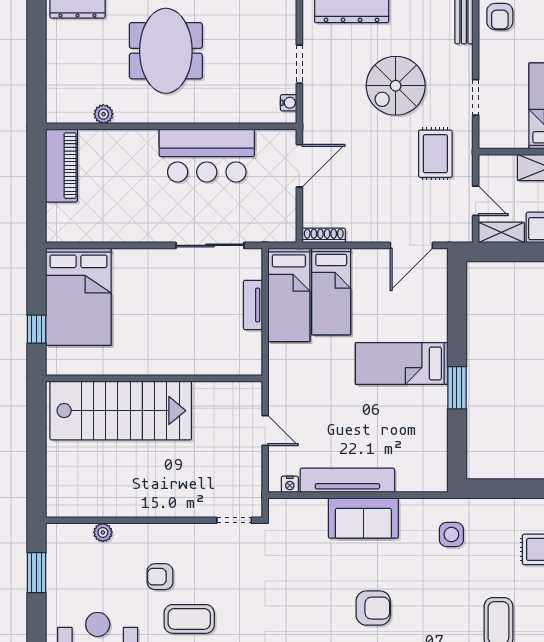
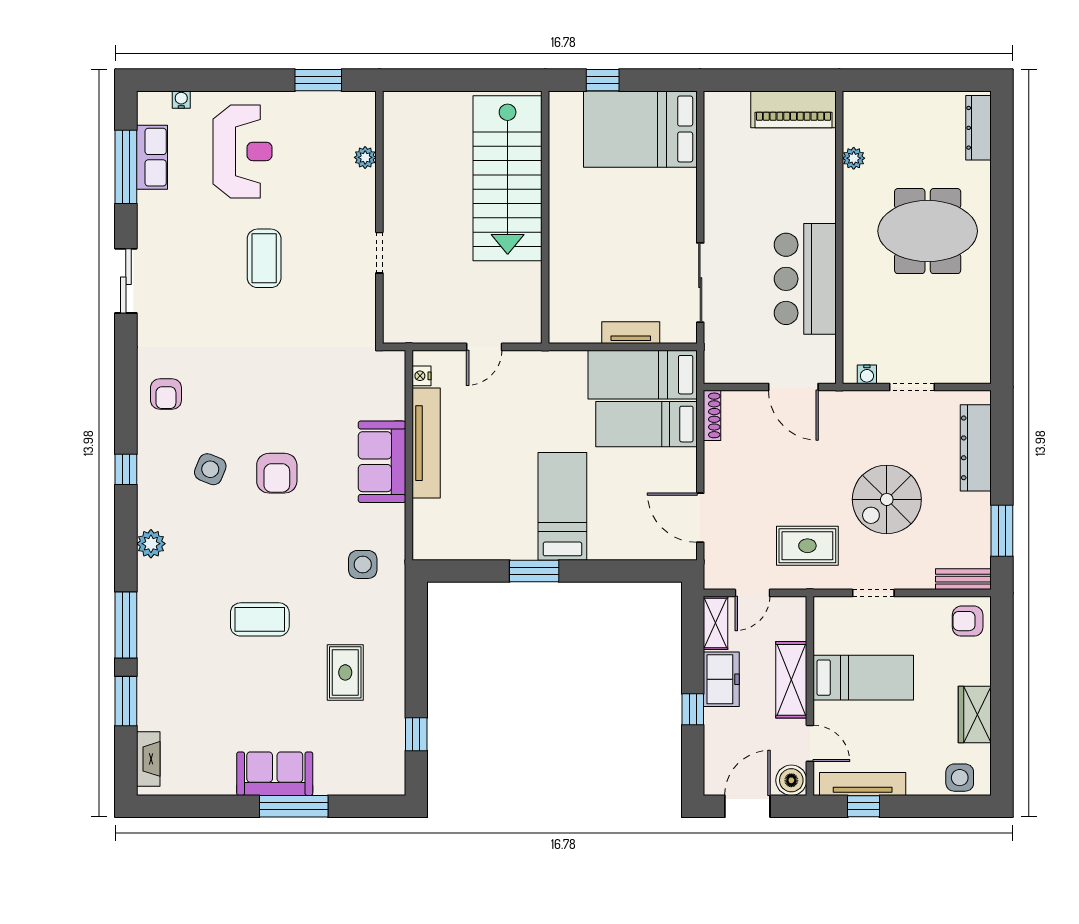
spiral stairs: (396, 86) -> (887, 499), turned -90
doorway: (234, 520) -> (379, 253), moved
armchair: (160, 577) -> (314, 224), removed

